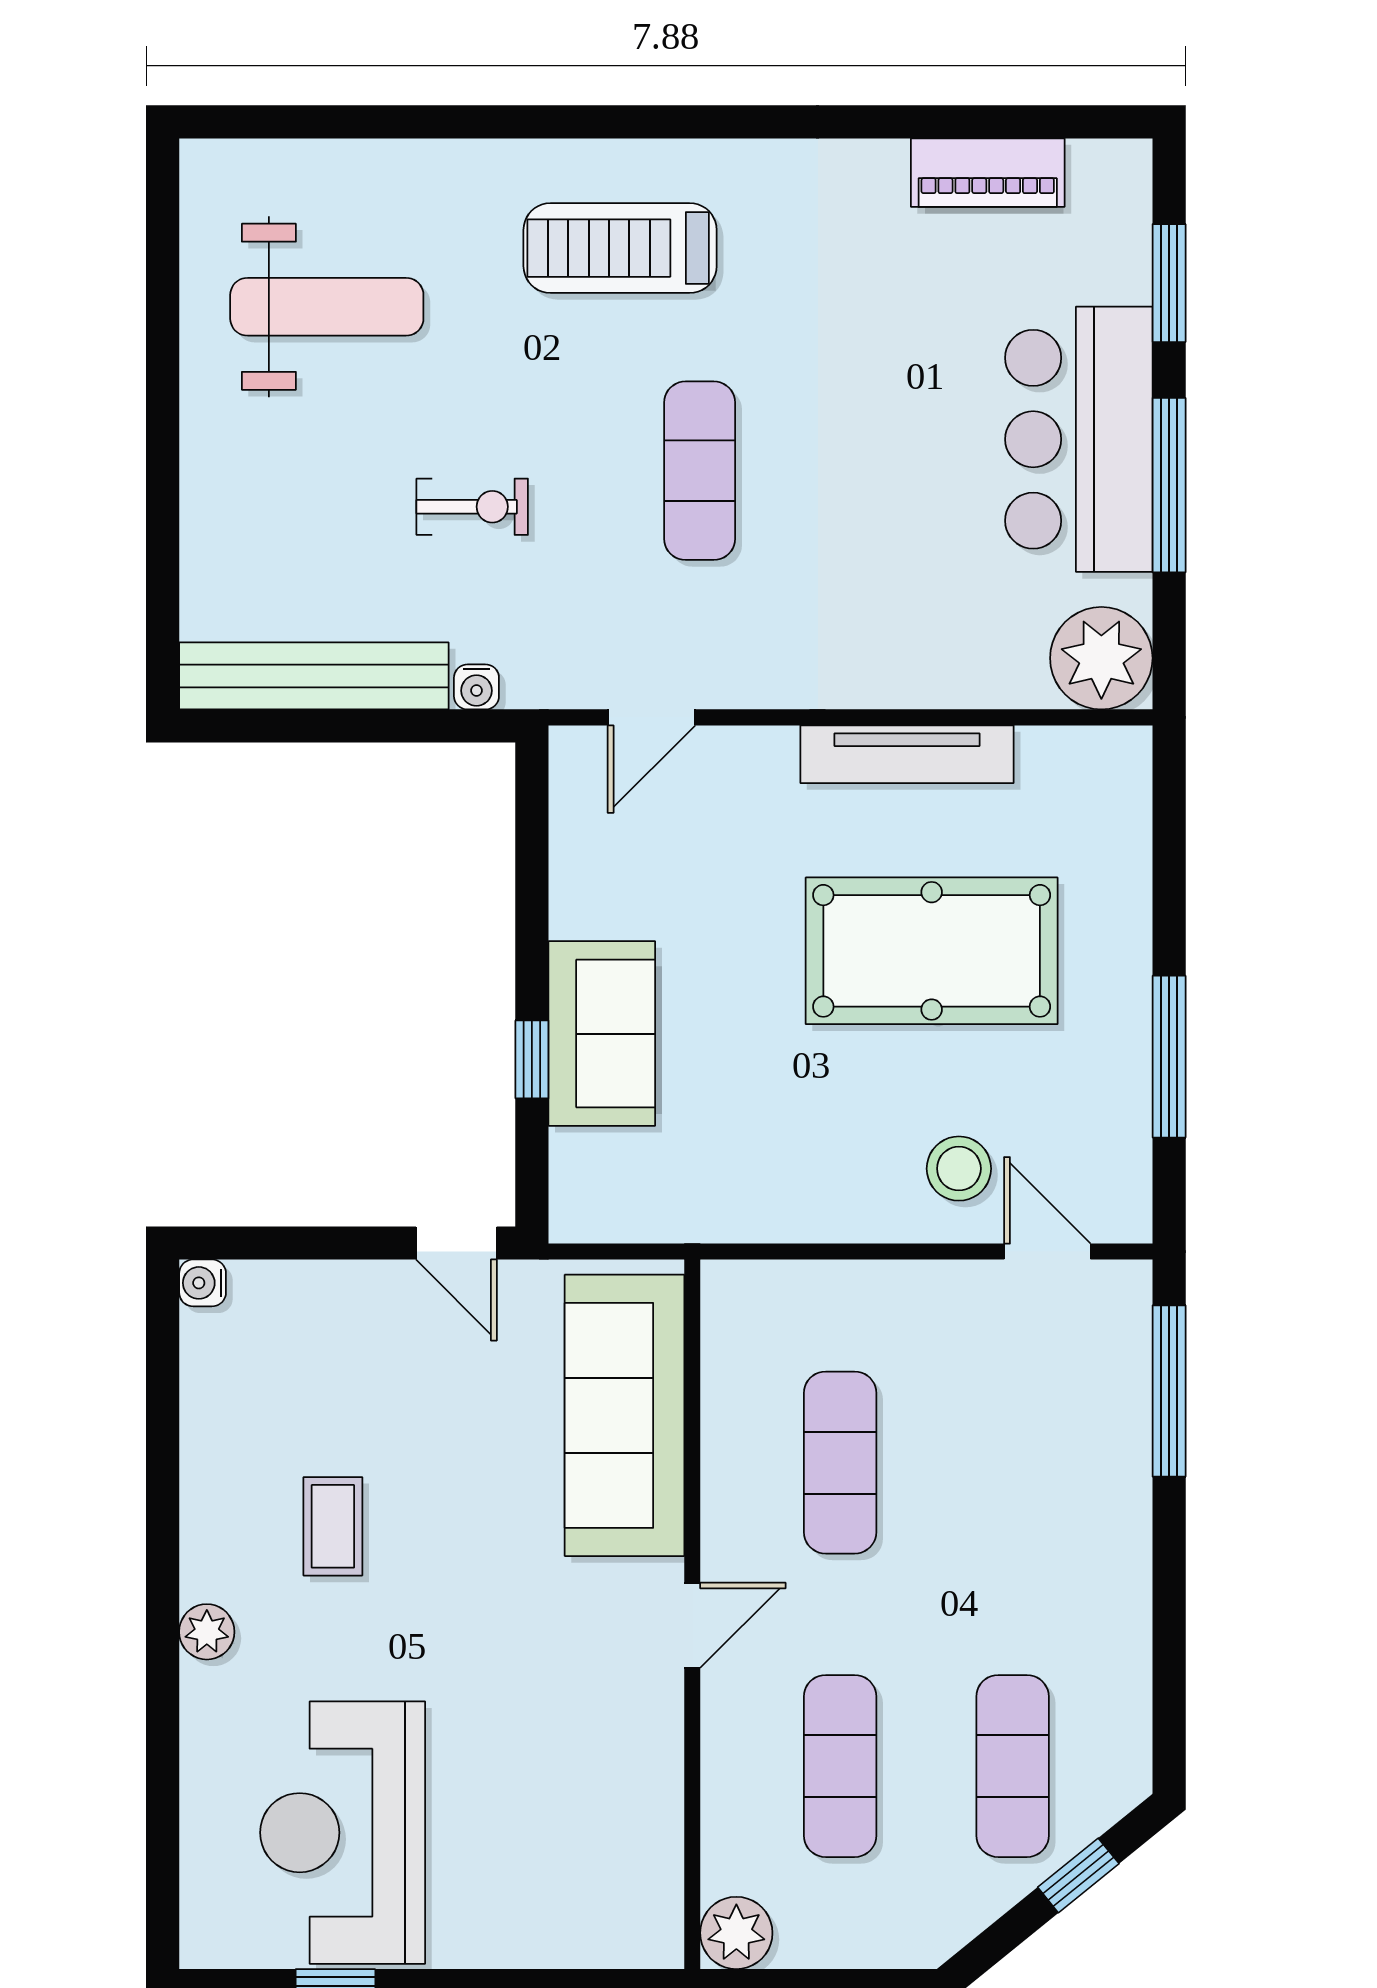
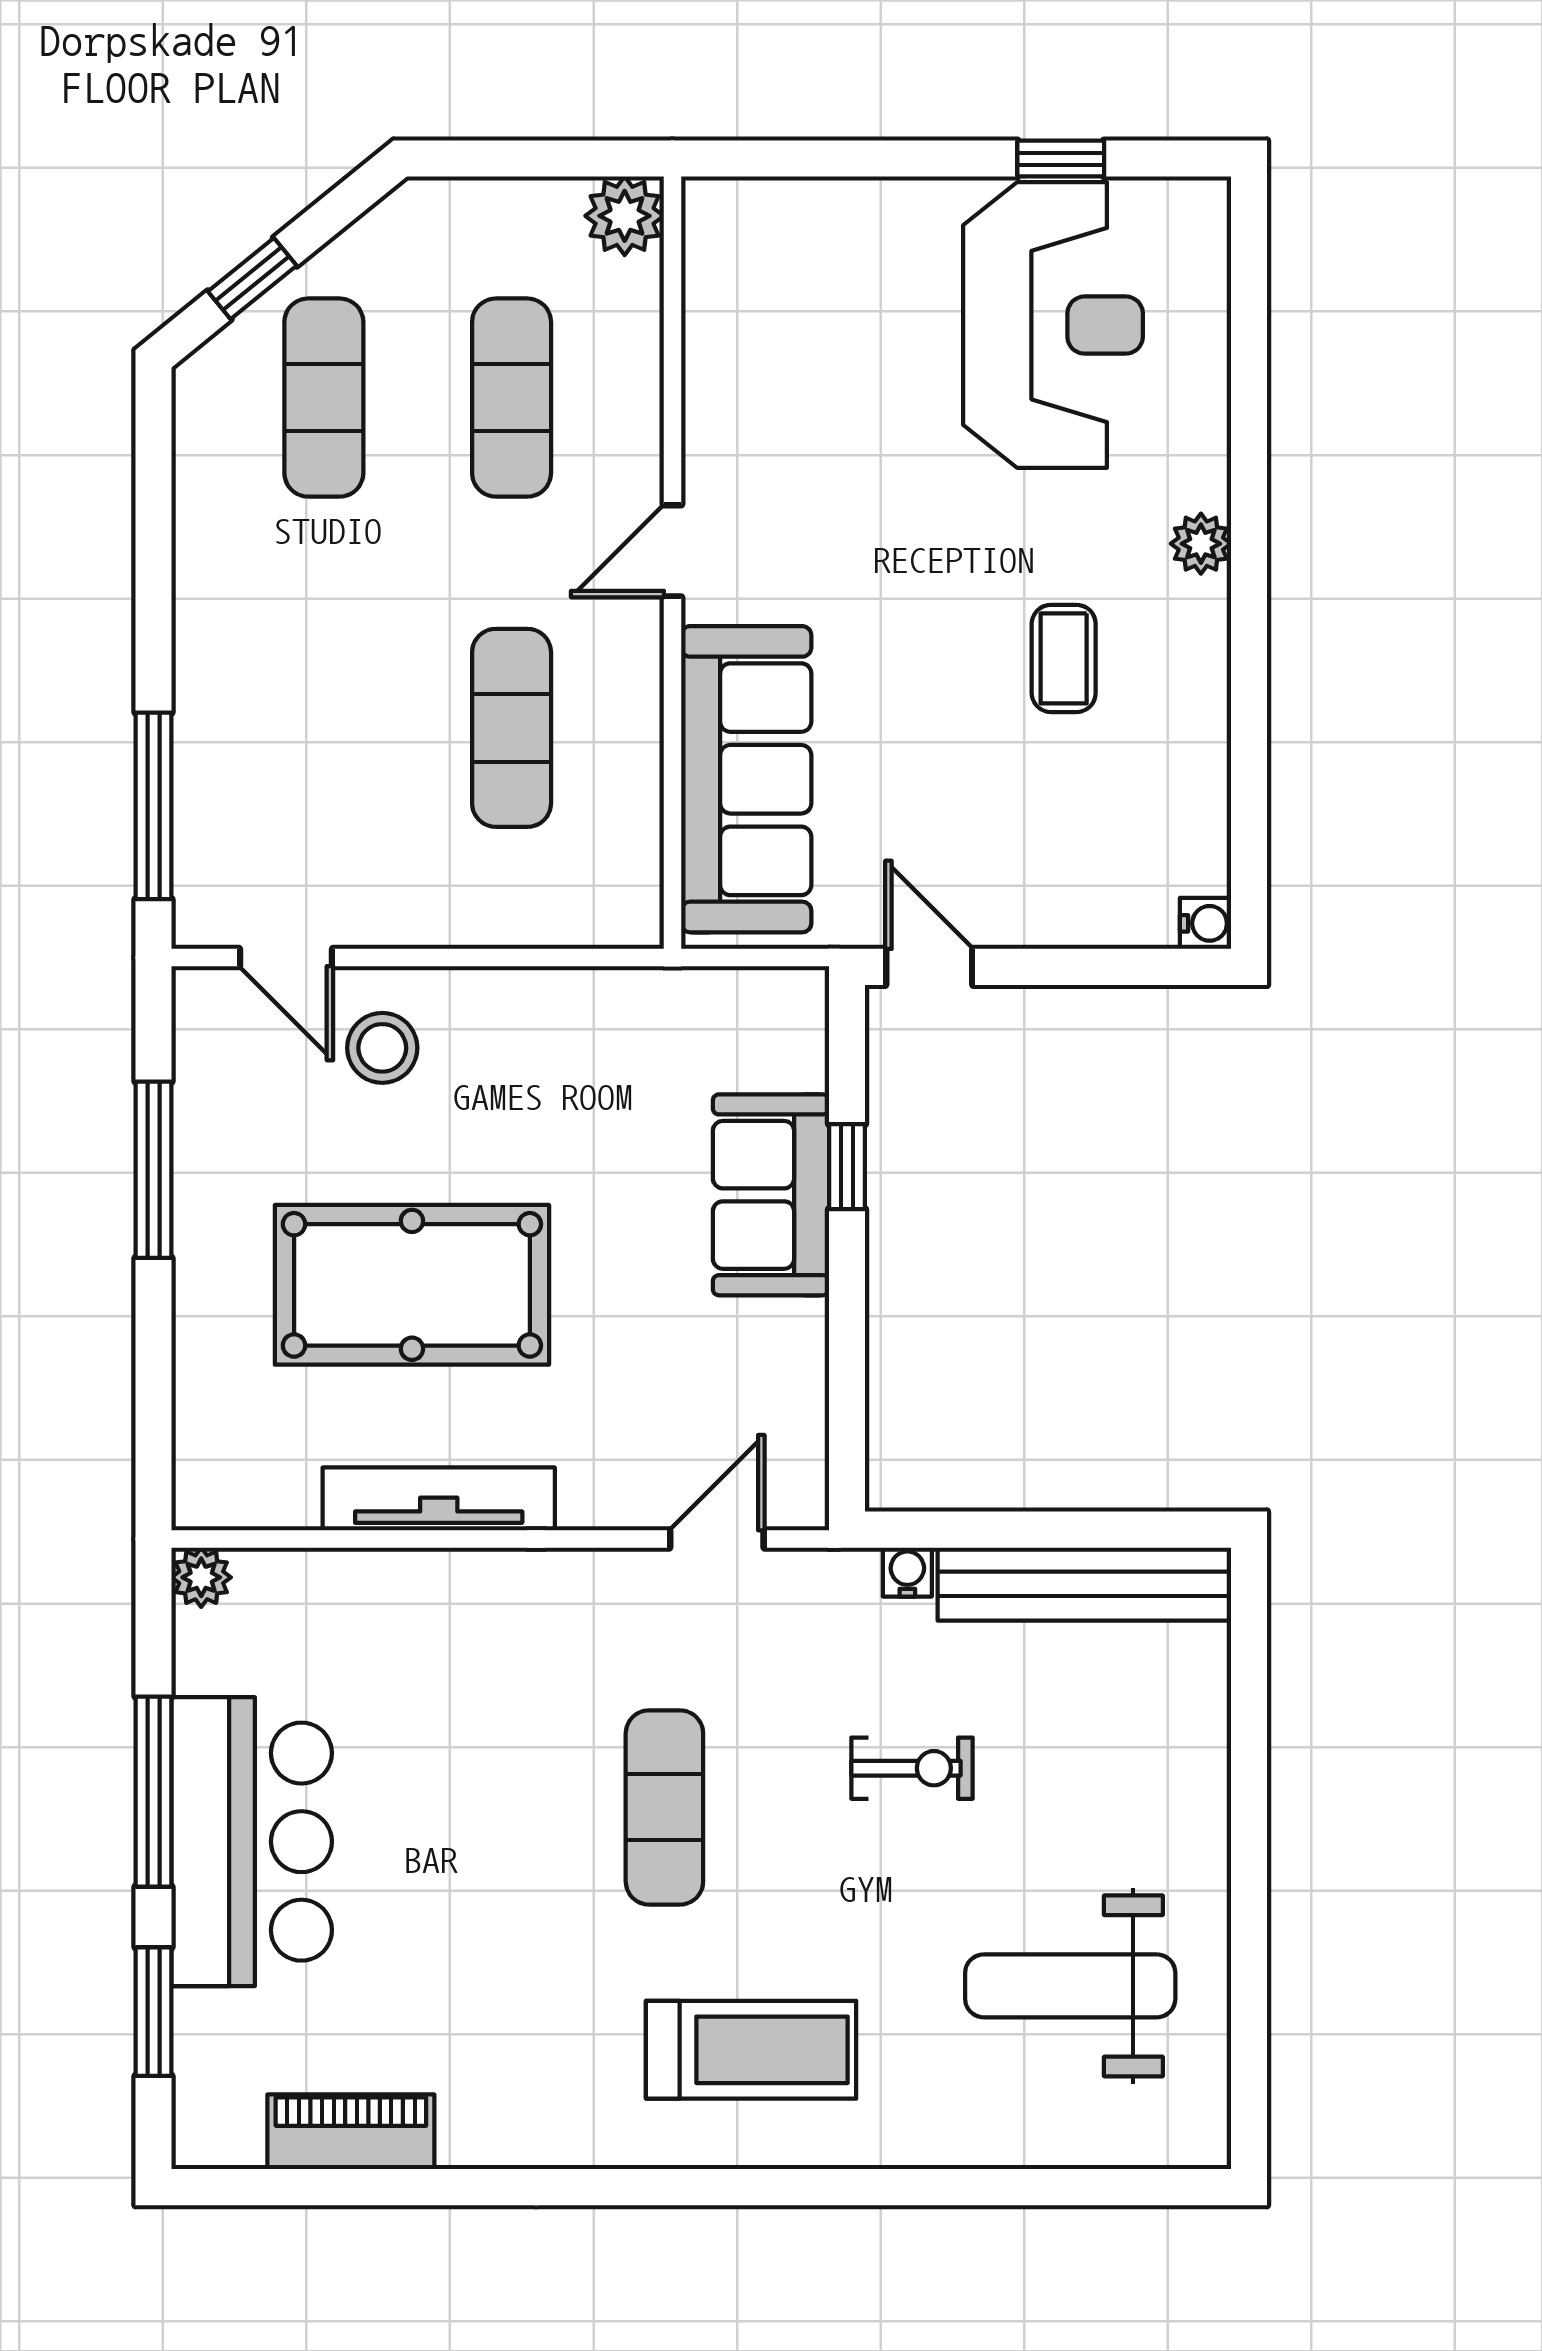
exercise bike: (472, 507) -> (912, 1768), turned 180
plant: (1101, 658) -> (201, 1577), width x0.53, depth x0.53

